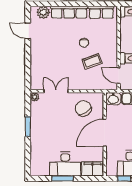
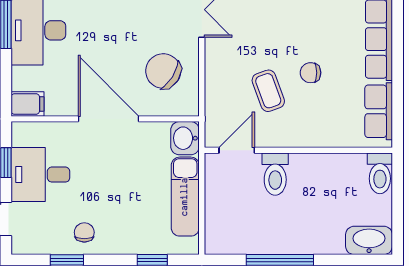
chair: (83, 108) -> (163, 71), turned -115
filing cabinet: (93, 169) -> (28, 104), width x0.50

